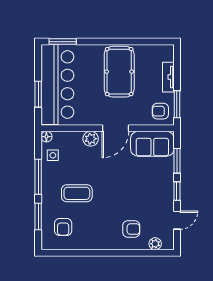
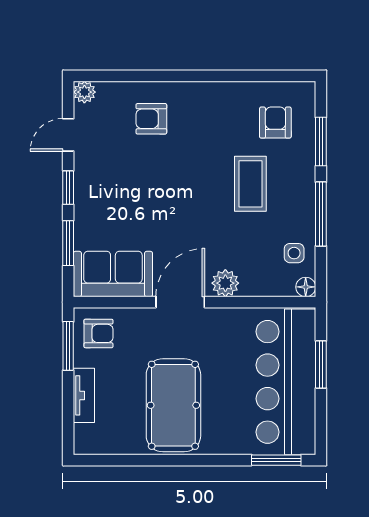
coffee table: (77, 193) -> (250, 184), turned 90
plant: (155, 244) -> (84, 92), moved

